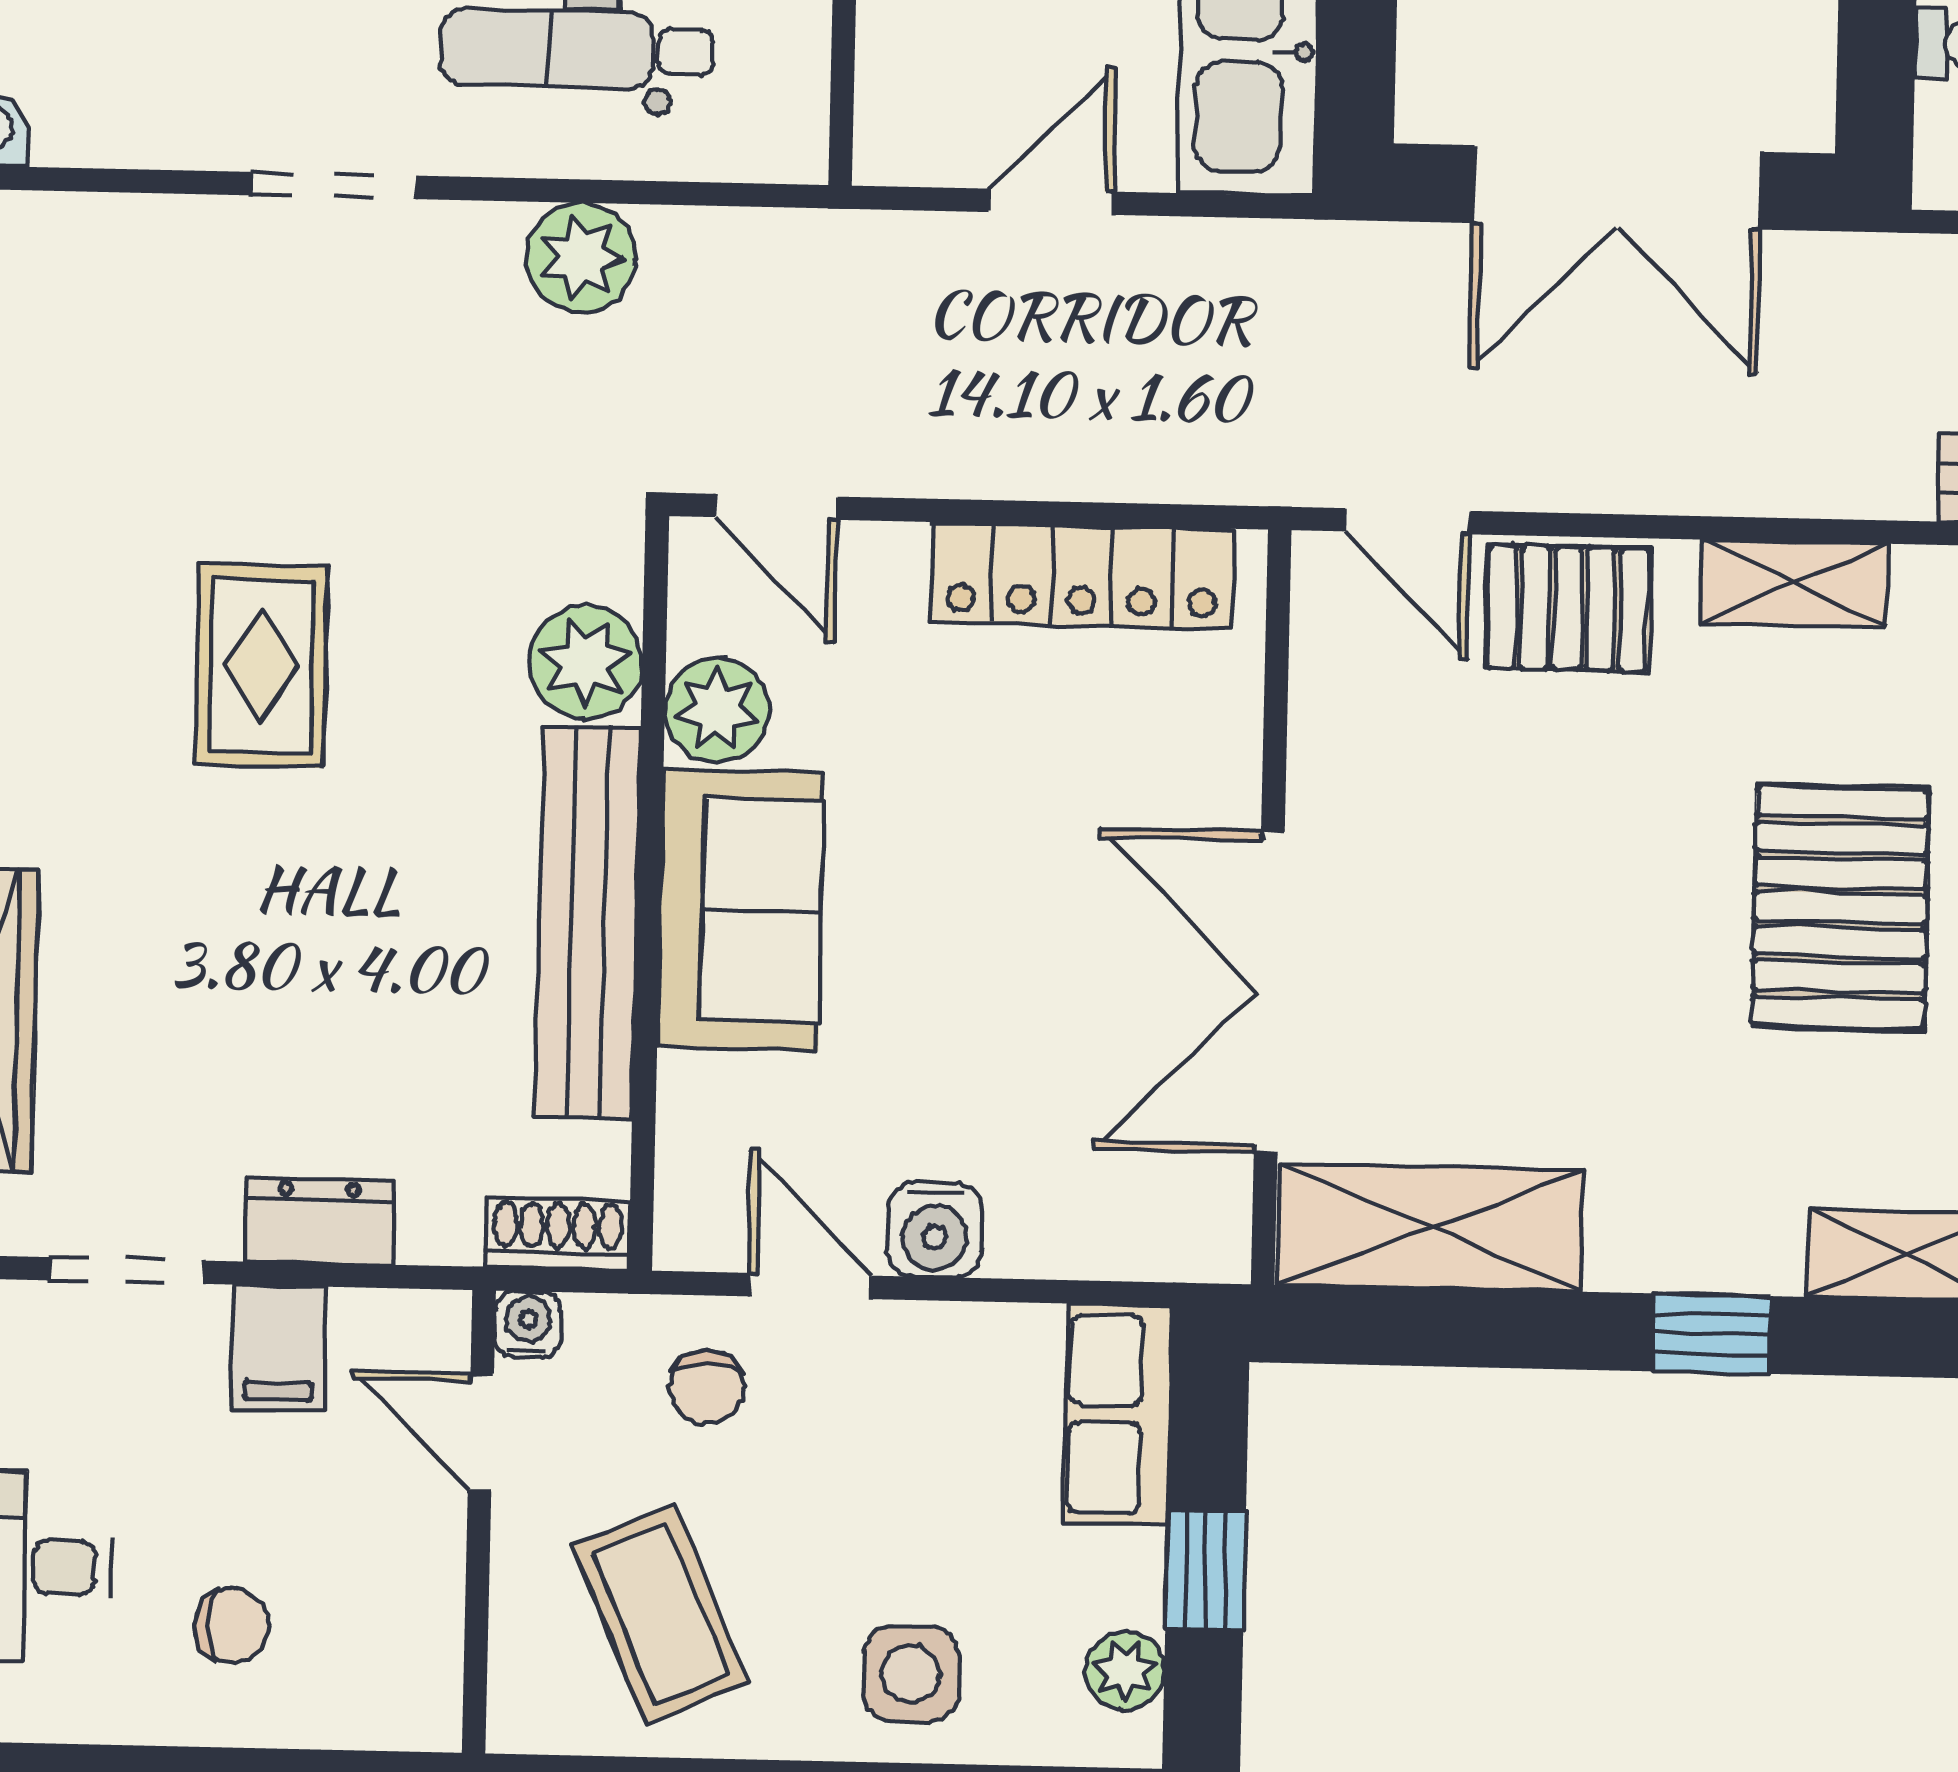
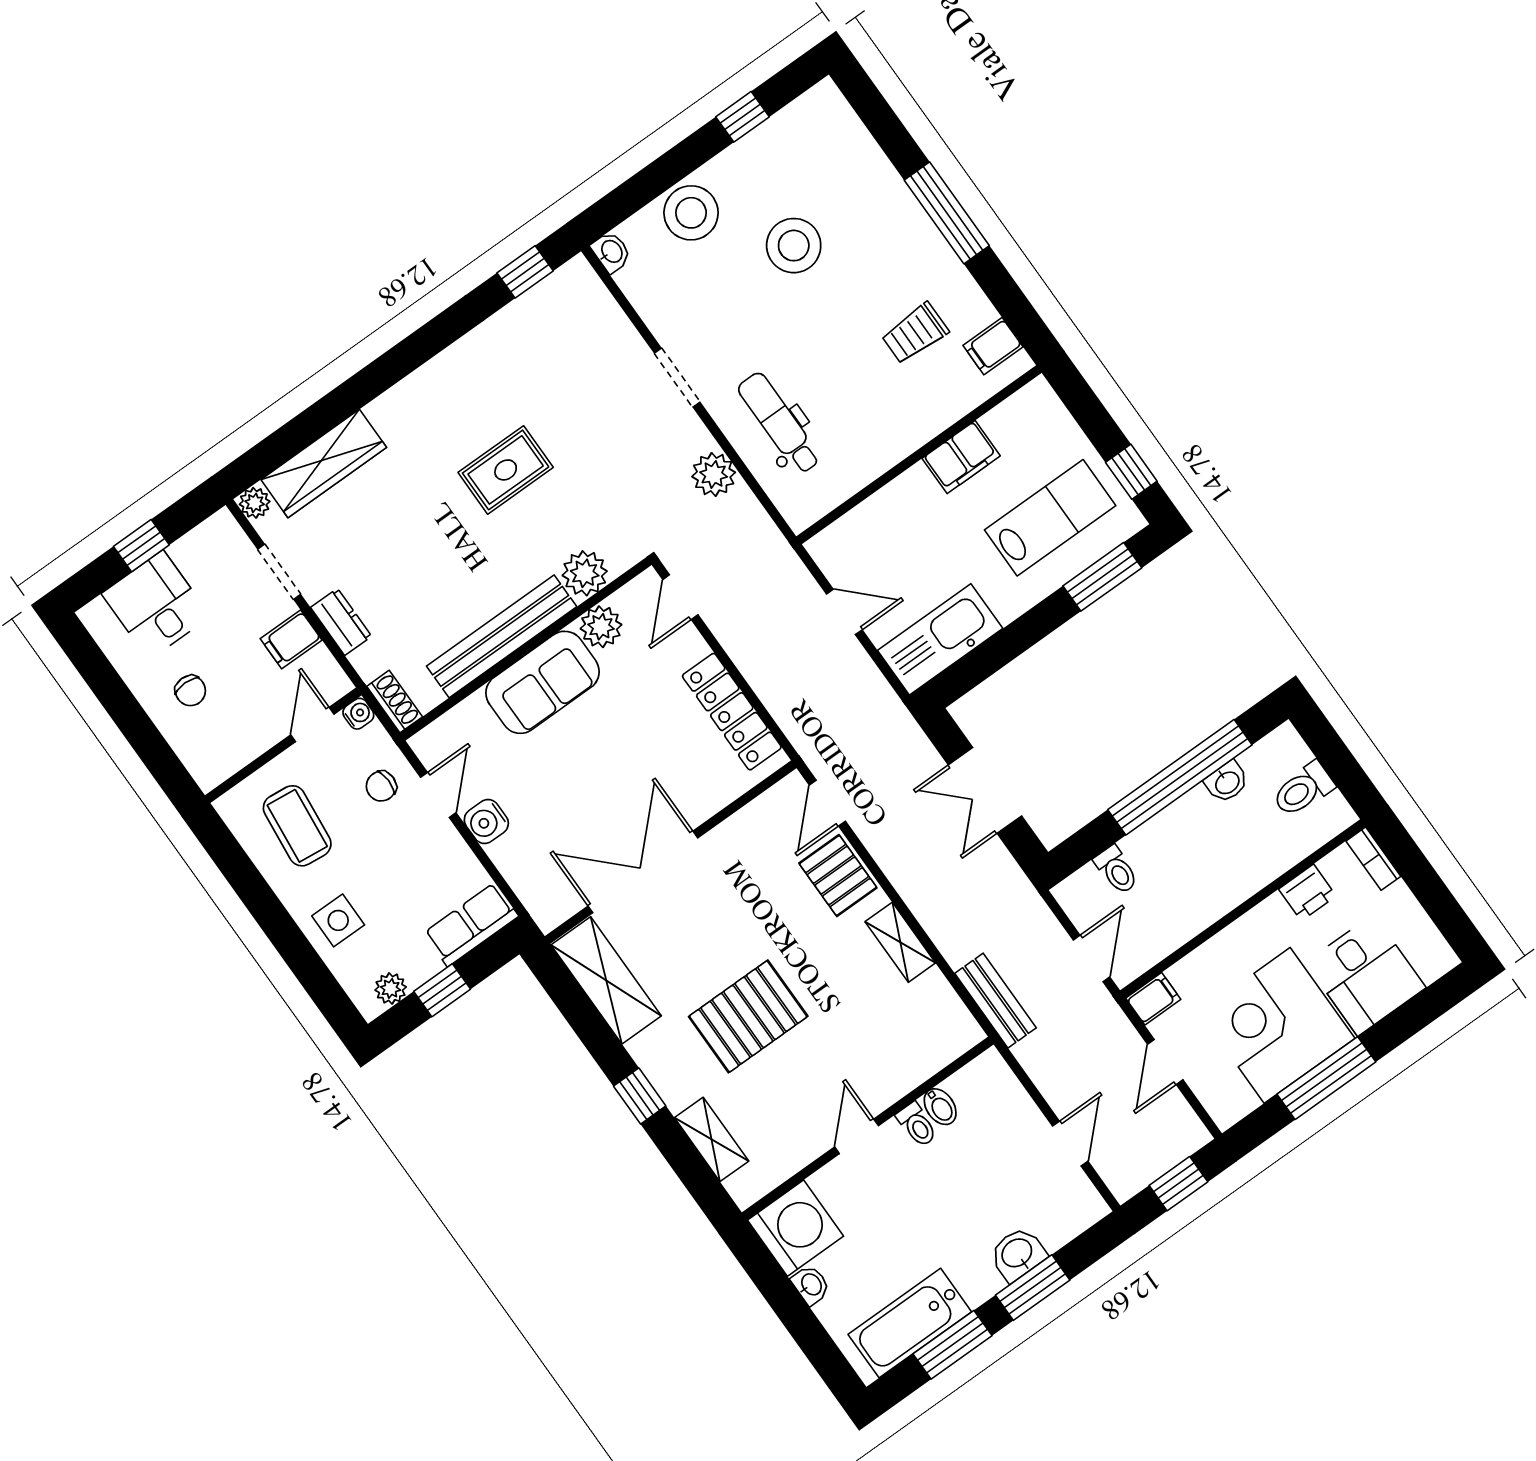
double door: (1617, 187) -> (985, 790), width x0.73
pallet: (1841, 908) -> (748, 1016), moved
coffee table: (661, 1614) -> (297, 826), turned -60

